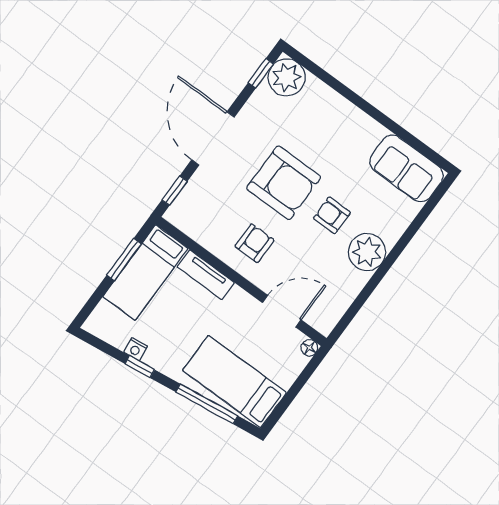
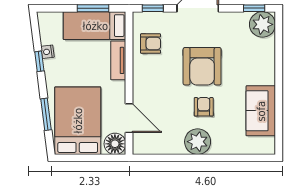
sofa: (406, 168) -> (261, 111), moved
armchair: (254, 243) -> (151, 44), moved
floor lamp: (309, 348) -> (115, 144), width x1.89, depth x1.89
bed: (235, 382) -> (78, 121), width x1.50
window: (207, 404) -> (46, 114), width x0.69

